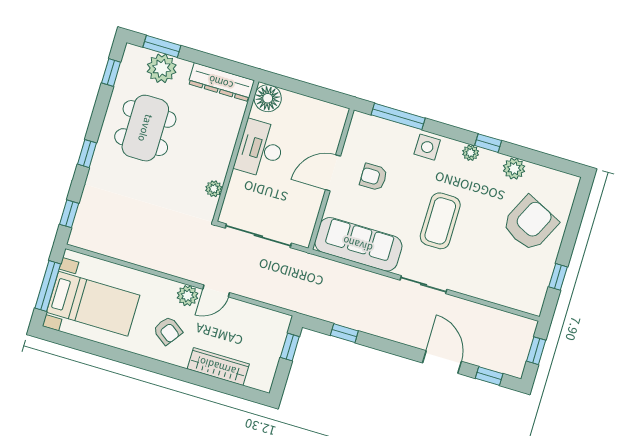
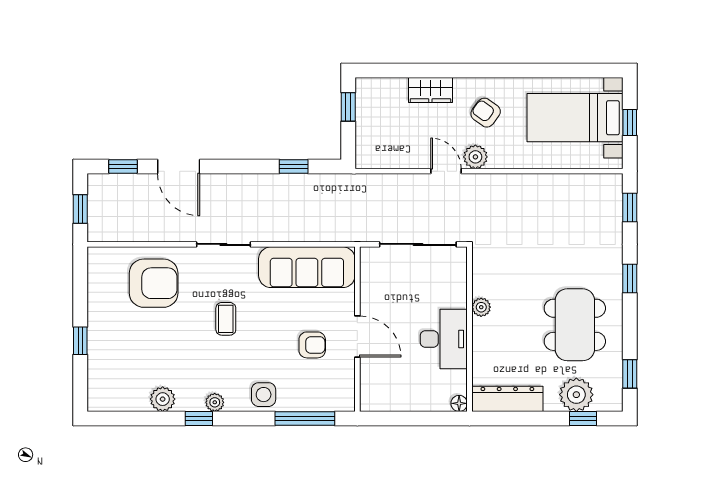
window: (162, 46) -> (583, 418), width x0.67
floor lamp: (268, 98) -> (459, 403), width x0.53, depth x0.53
door: (333, 173) -> (357, 336), hinge flipped
plant: (214, 189) -> (481, 307), moved
coffee table: (440, 221) -> (226, 319), width x0.54, depth x0.58
armchair: (530, 224) -> (154, 283), moved, turned -116
window: (558, 277) -> (80, 341), moved
window: (48, 286) -> (630, 122), width x0.46
door: (216, 291) -> (446, 171), hinge flipped
window: (290, 347) -> (348, 107), moved
wardrobe: (218, 366) -> (430, 90), width x0.67

